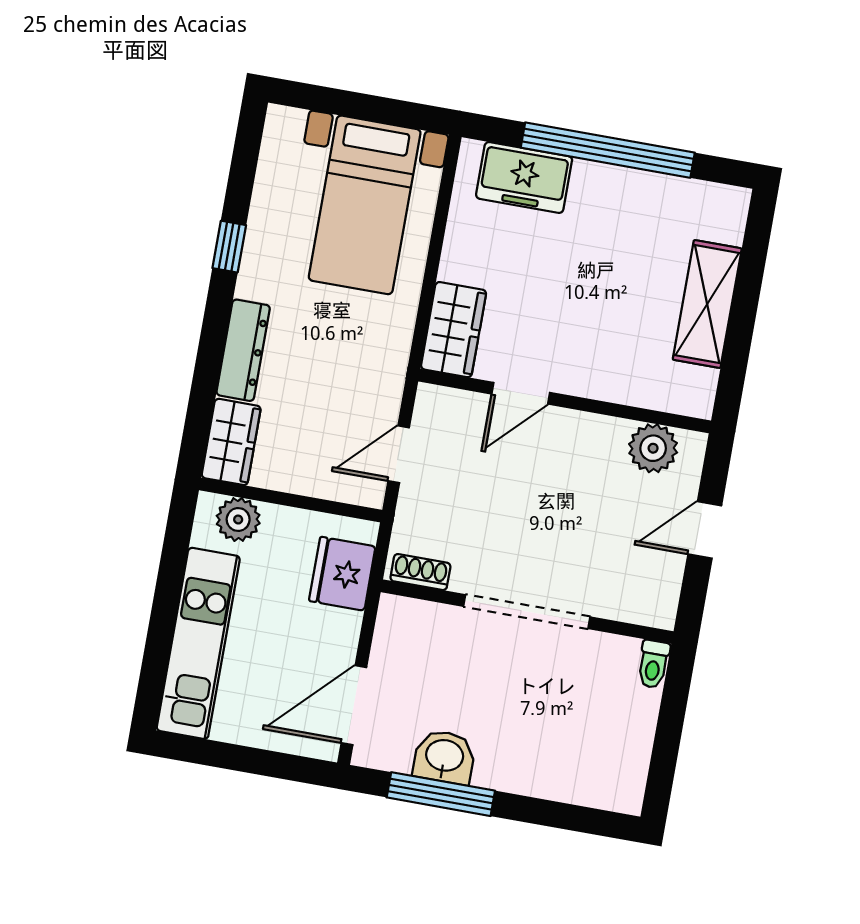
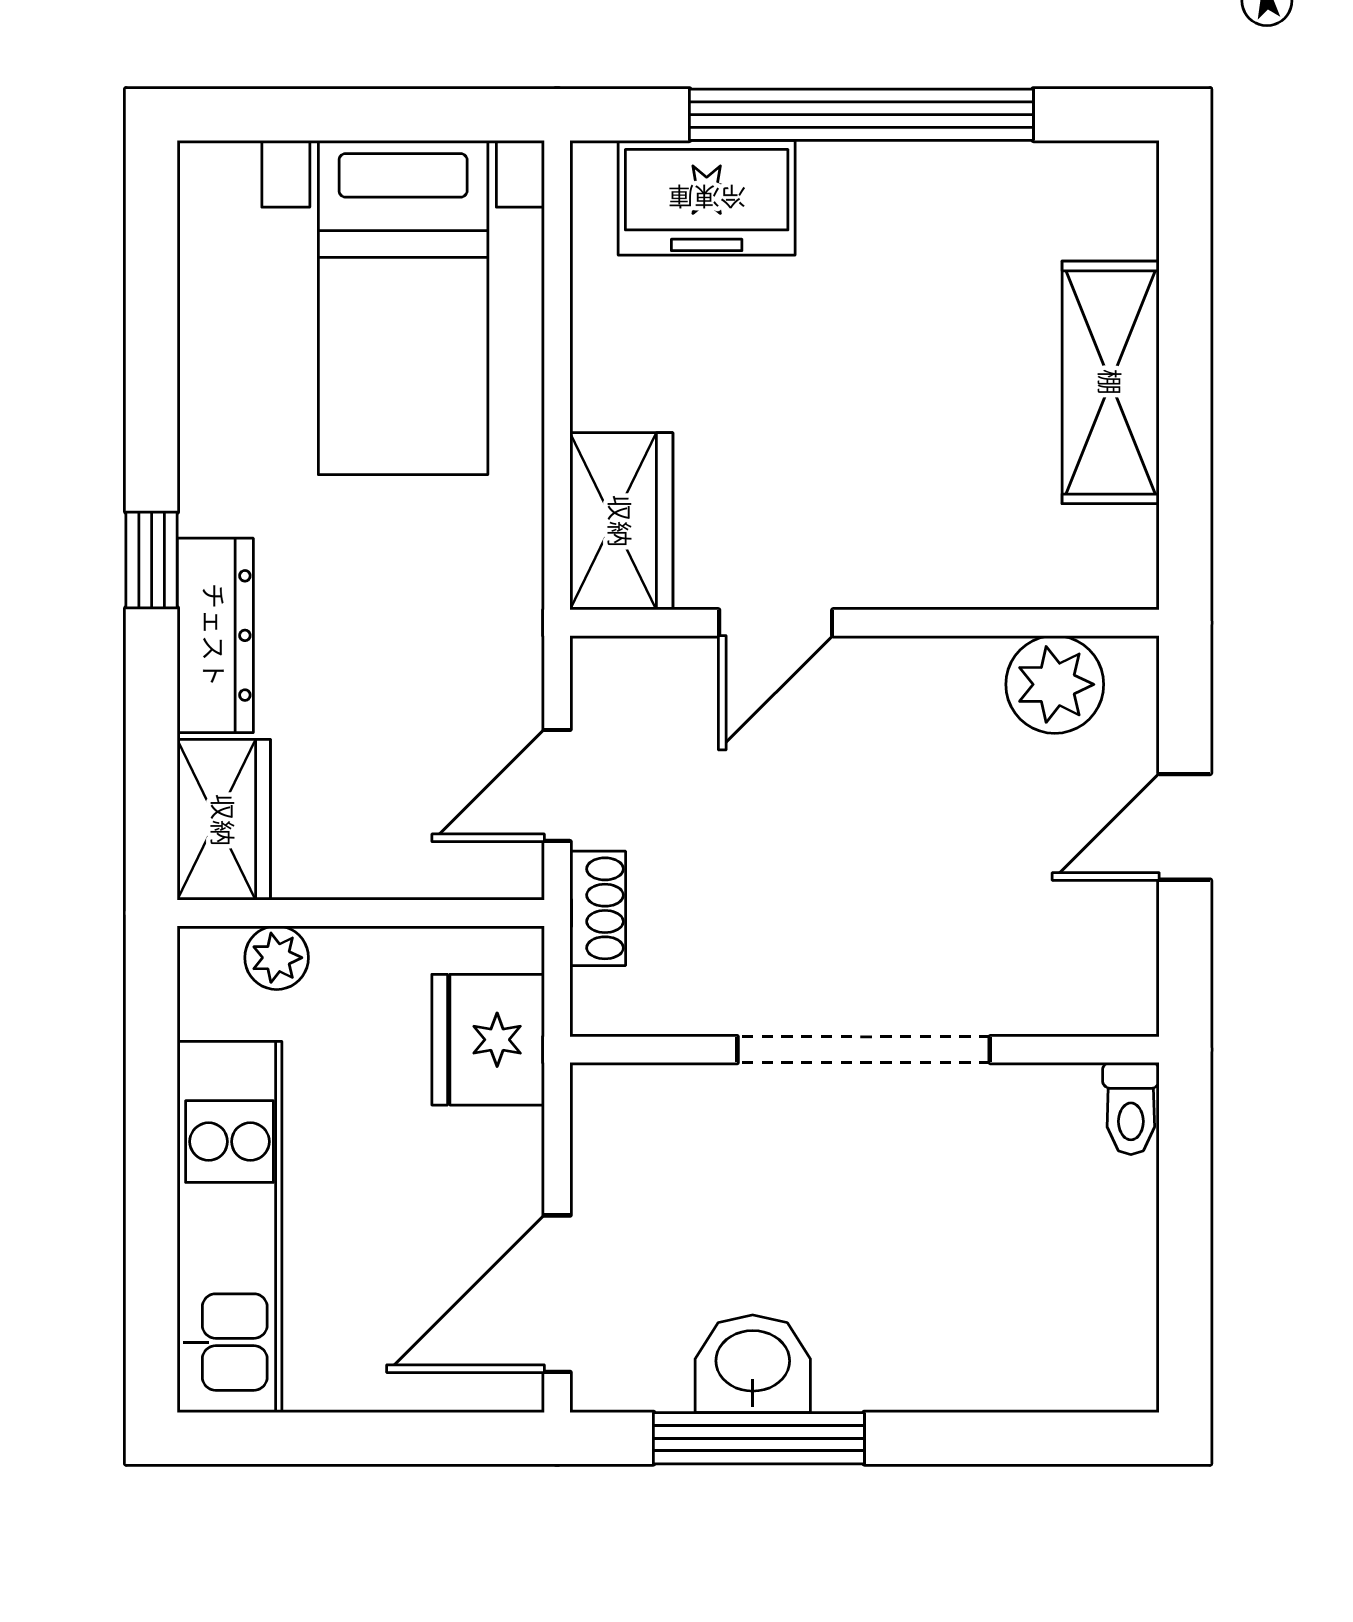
window: (229, 247) -> (152, 560), moved
plant: (238, 519) -> (277, 958), width x0.73, depth x0.73
shoe rack: (420, 572) -> (598, 908), moved, turned 90

